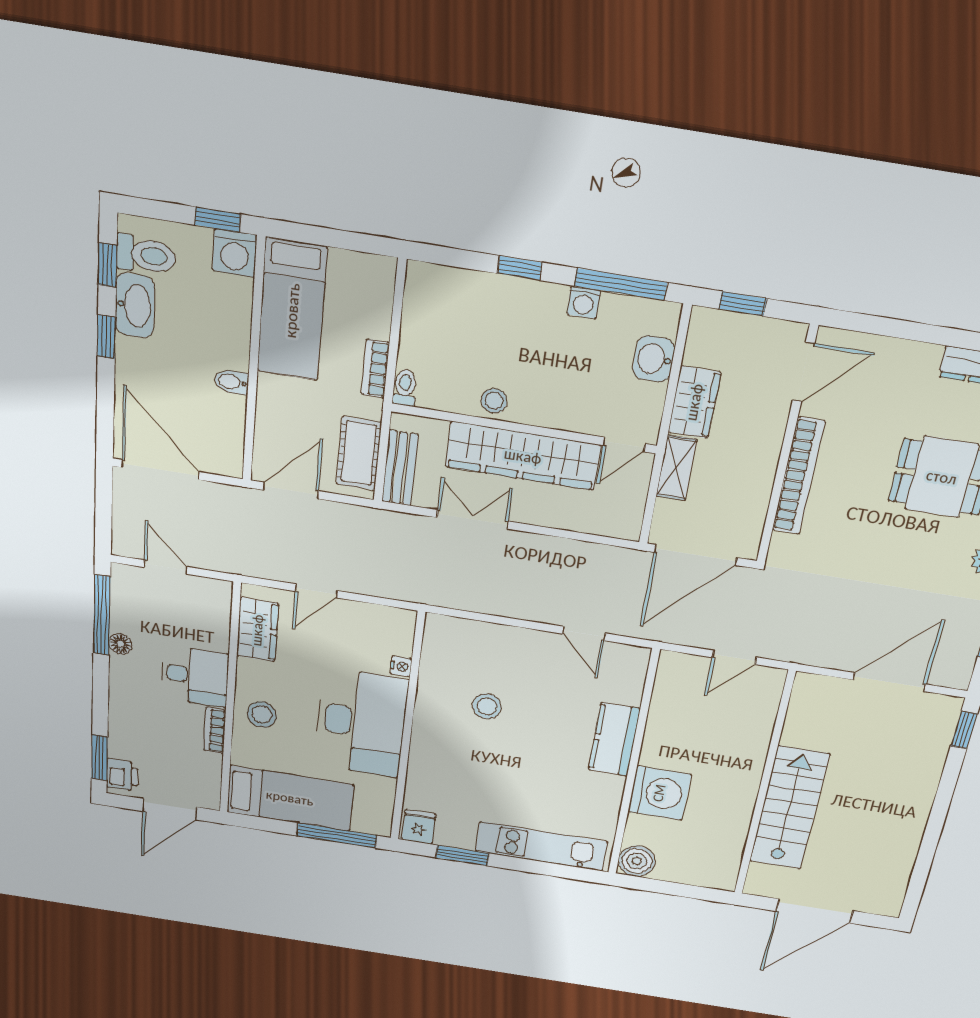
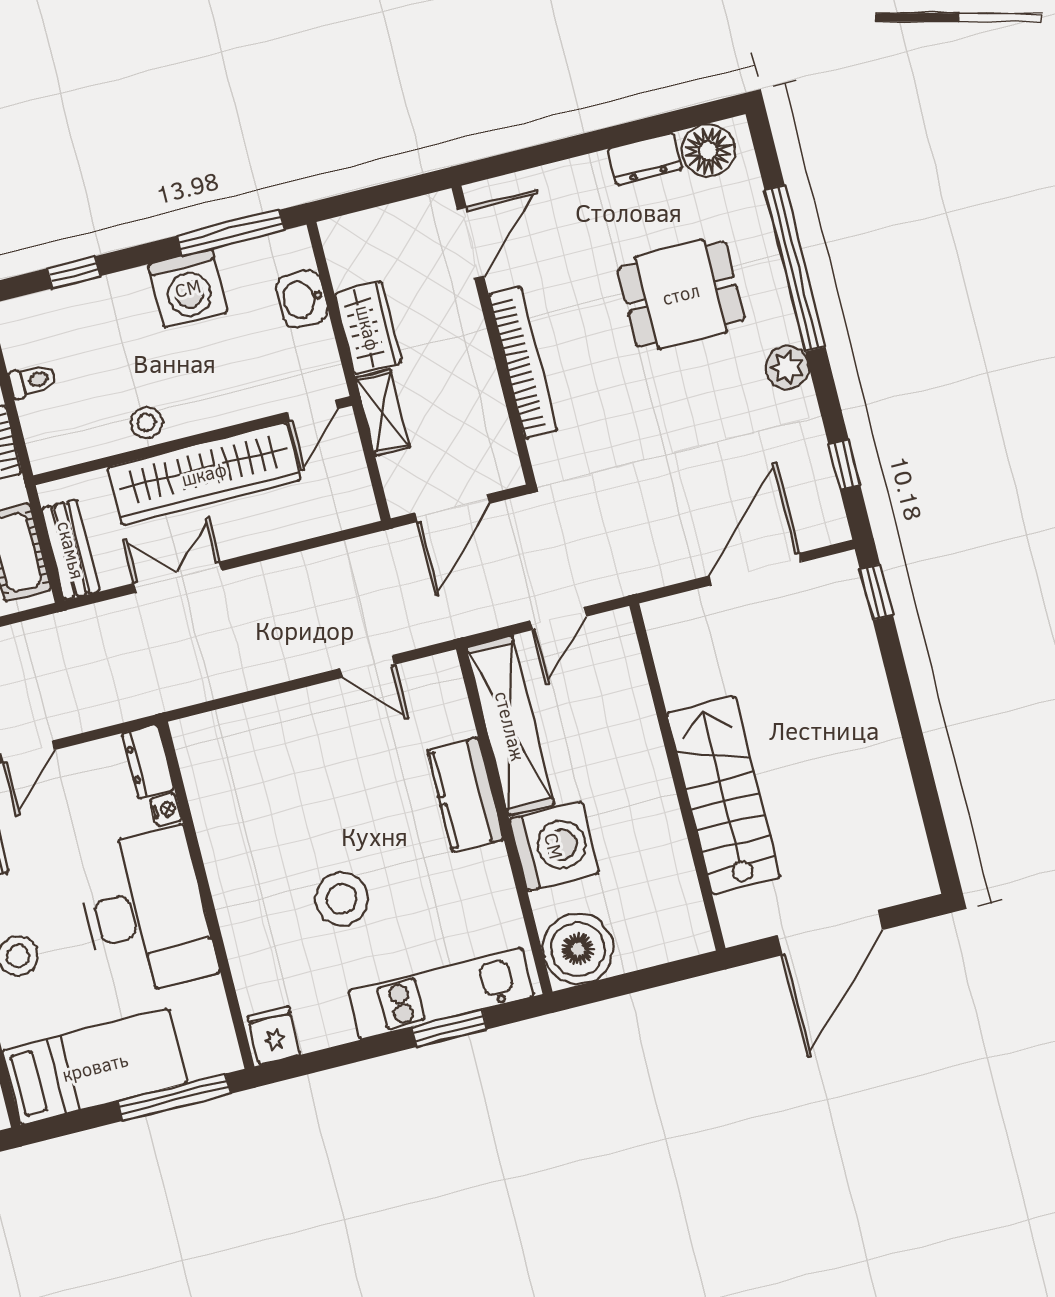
window: (520, 268) -> (74, 272), moved
washing machine: (584, 302) -> (188, 288), width x1.89, depth x1.89
window: (743, 304) -> (370, 198), removed
toilet: (405, 388) -> (33, 381), moved, turned 90
door: (696, 555) -> (453, 508), width x0.73
dresser: (401, 631) -> (148, 761), added
stool: (487, 706) -> (342, 899), moved, width x1.38, depth x1.38
shelving: (666, 710) -> (510, 726), added
window: (462, 855) -> (450, 1028), moved
boiler: (637, 861) -> (578, 949), width x1.37, depth x1.37

